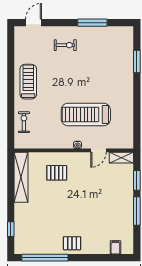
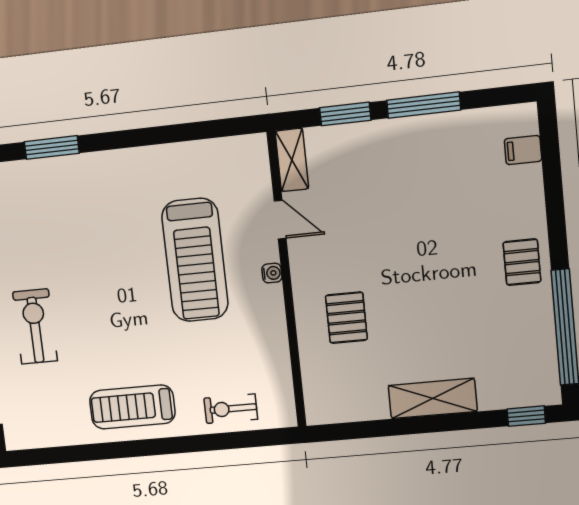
exercise bike: (65, 45) -> (35, 326), width x1.38, depth x1.39
shelving: (21, 177) -> (433, 398), moved, width x0.68
window: (11, 229) -> (526, 416), moved

